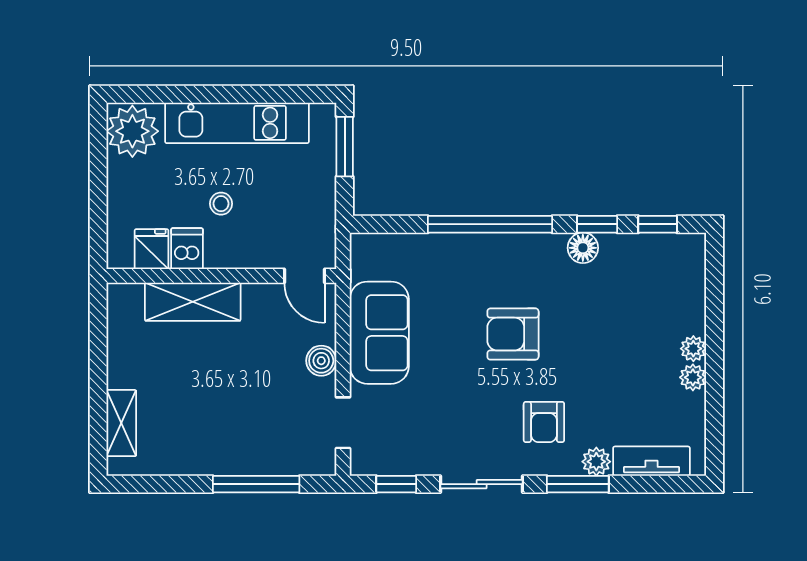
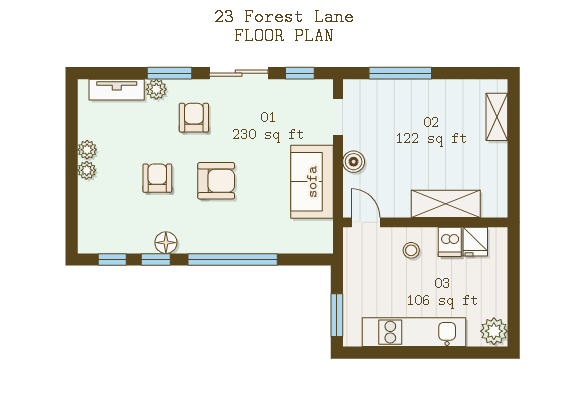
plant: (132, 131) -> (494, 331), width x0.73, depth x0.73
stool: (221, 204) -> (411, 250), moved
armchair: (595, 338) -> (157, 178), added

